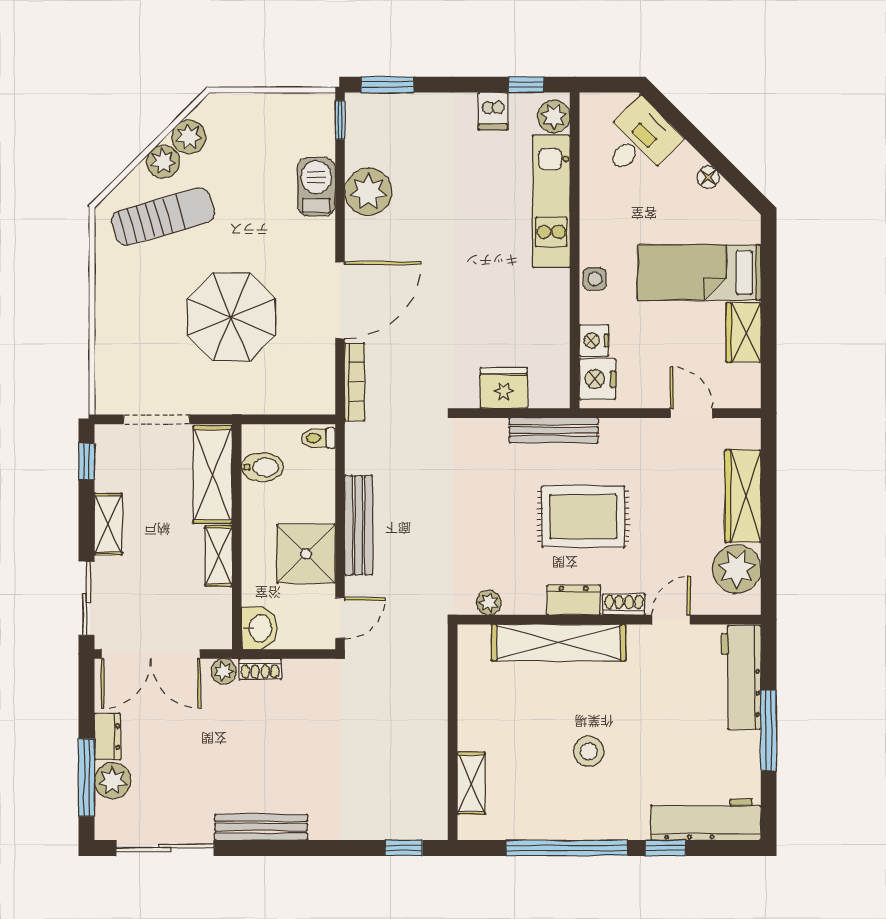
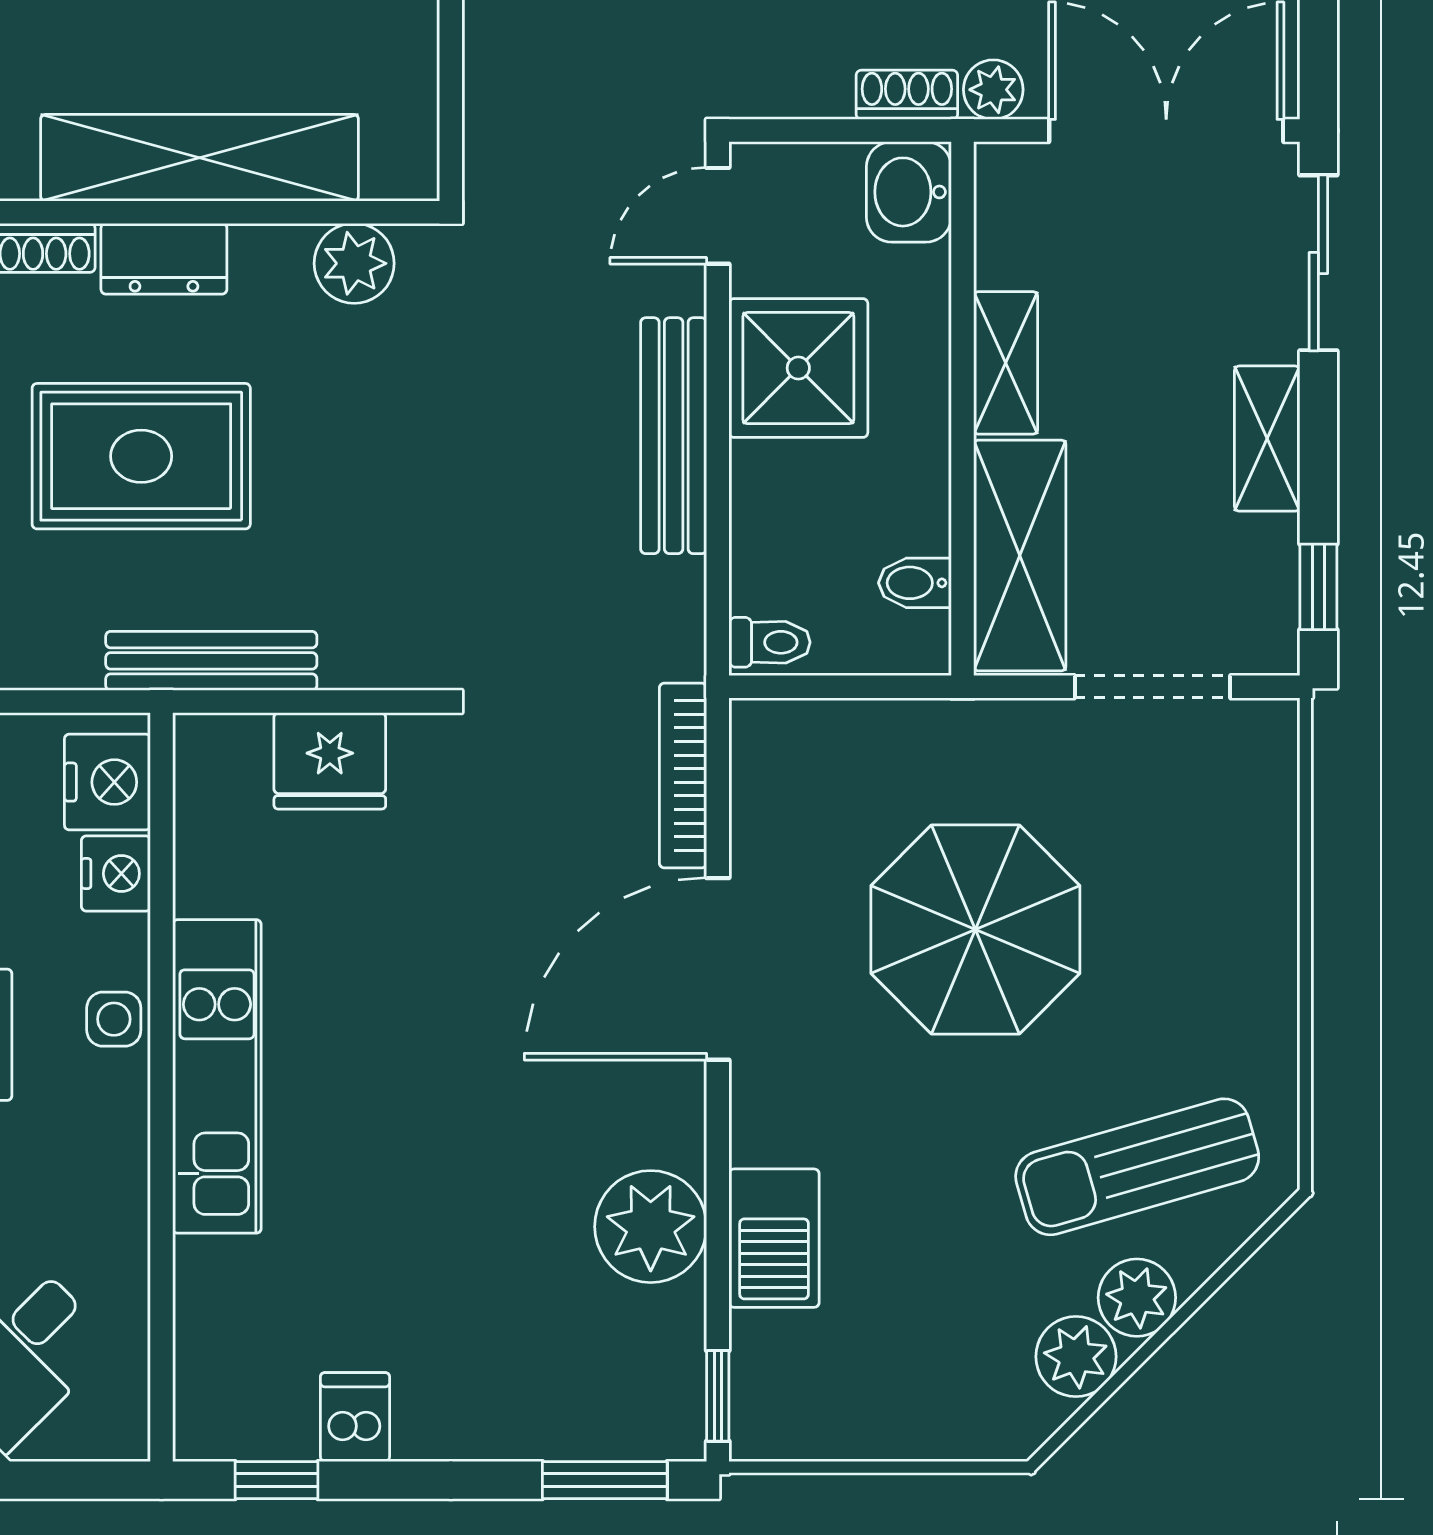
plant: (554, 117) -> (211, 1404), removed
kitchen unit: (551, 201) -> (217, 1076), moved
bidet: (262, 467) -> (915, 583), width x0.72, depth x0.74
plant: (489, 603) -> (354, 263), width x1.38, depth x1.38

